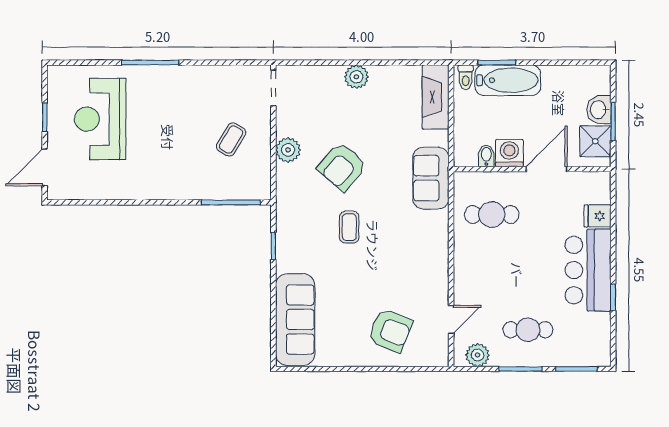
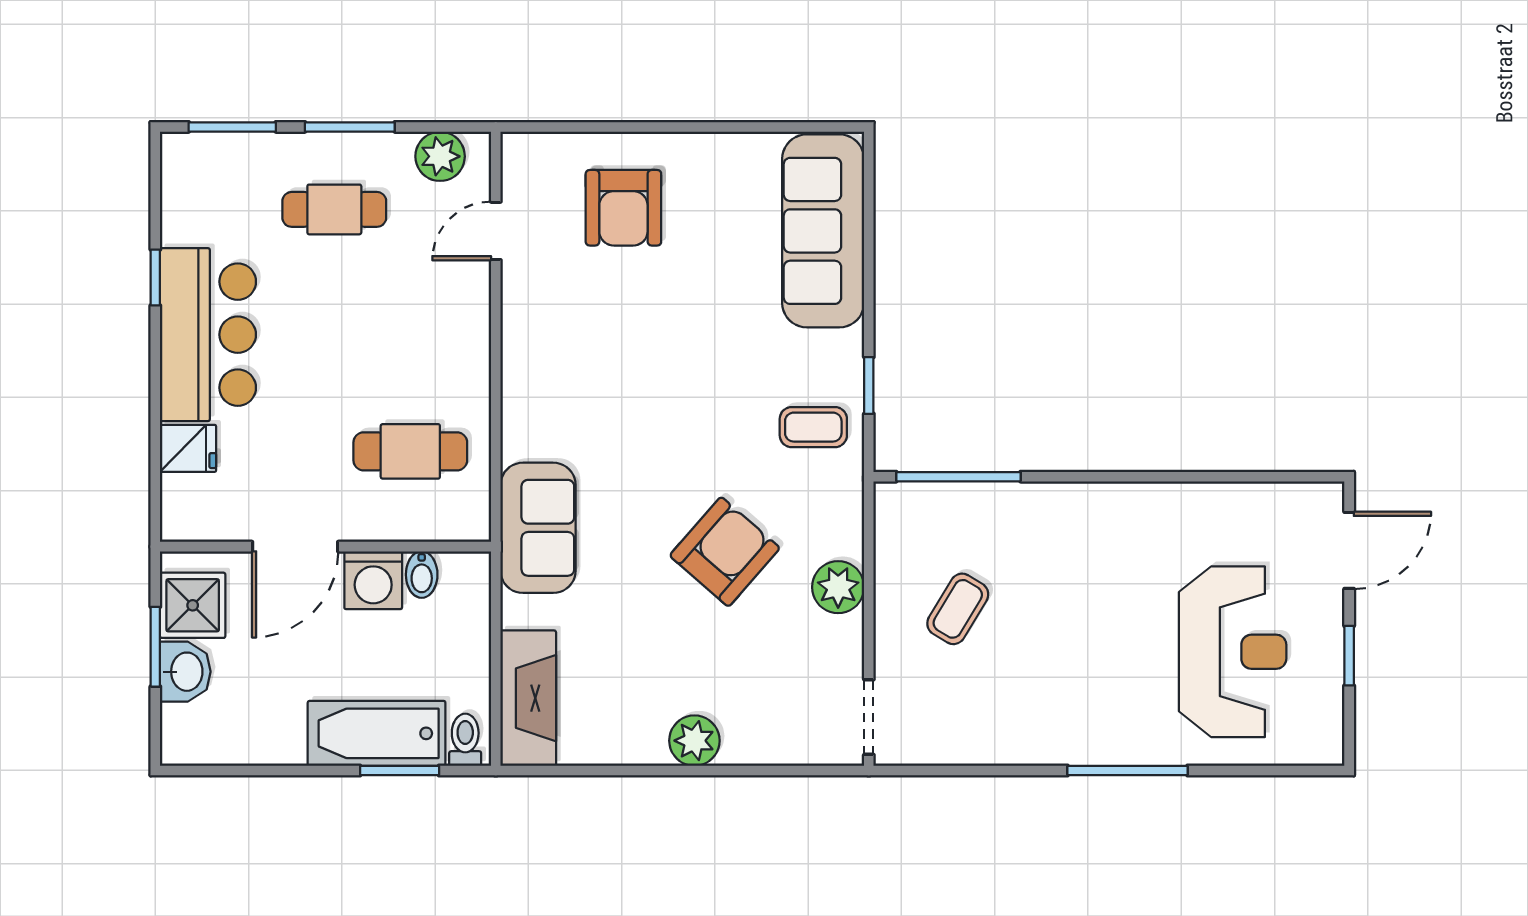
coffee table: (349, 227) -> (813, 427), moved, turned 90
armchair: (390, 331) -> (623, 208), turned -112

